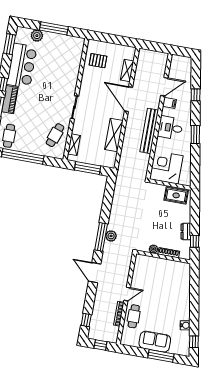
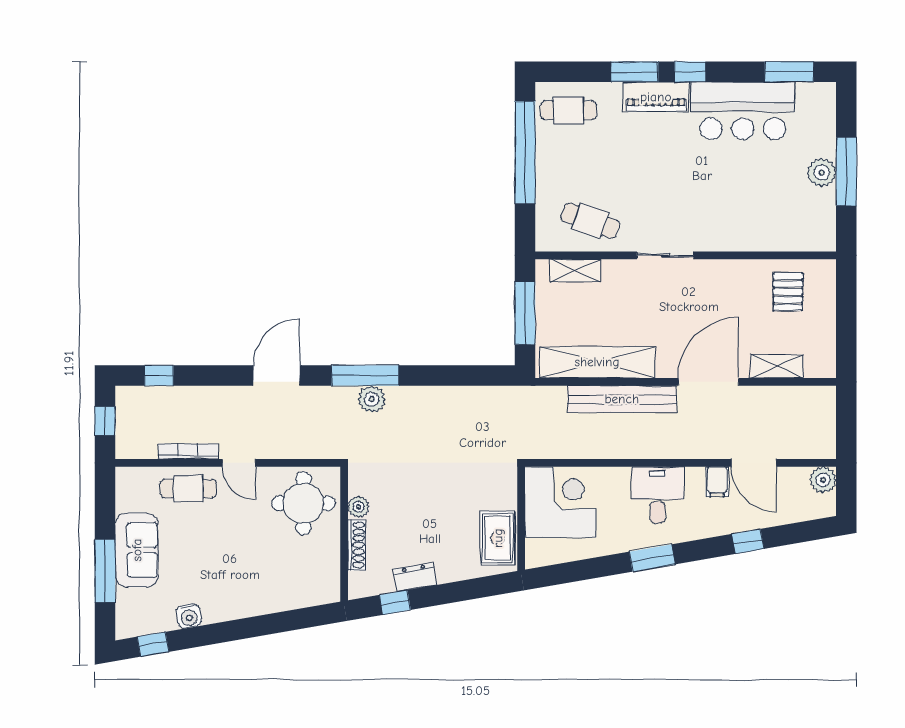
plant: (37, 36) -> (822, 173), moved
plant: (176, 60) -> (823, 480), added
bench: (149, 131) -> (622, 399), moved
shelving: (114, 135) -> (597, 362), width x1.47
round table: (148, 271) -> (304, 503), added

